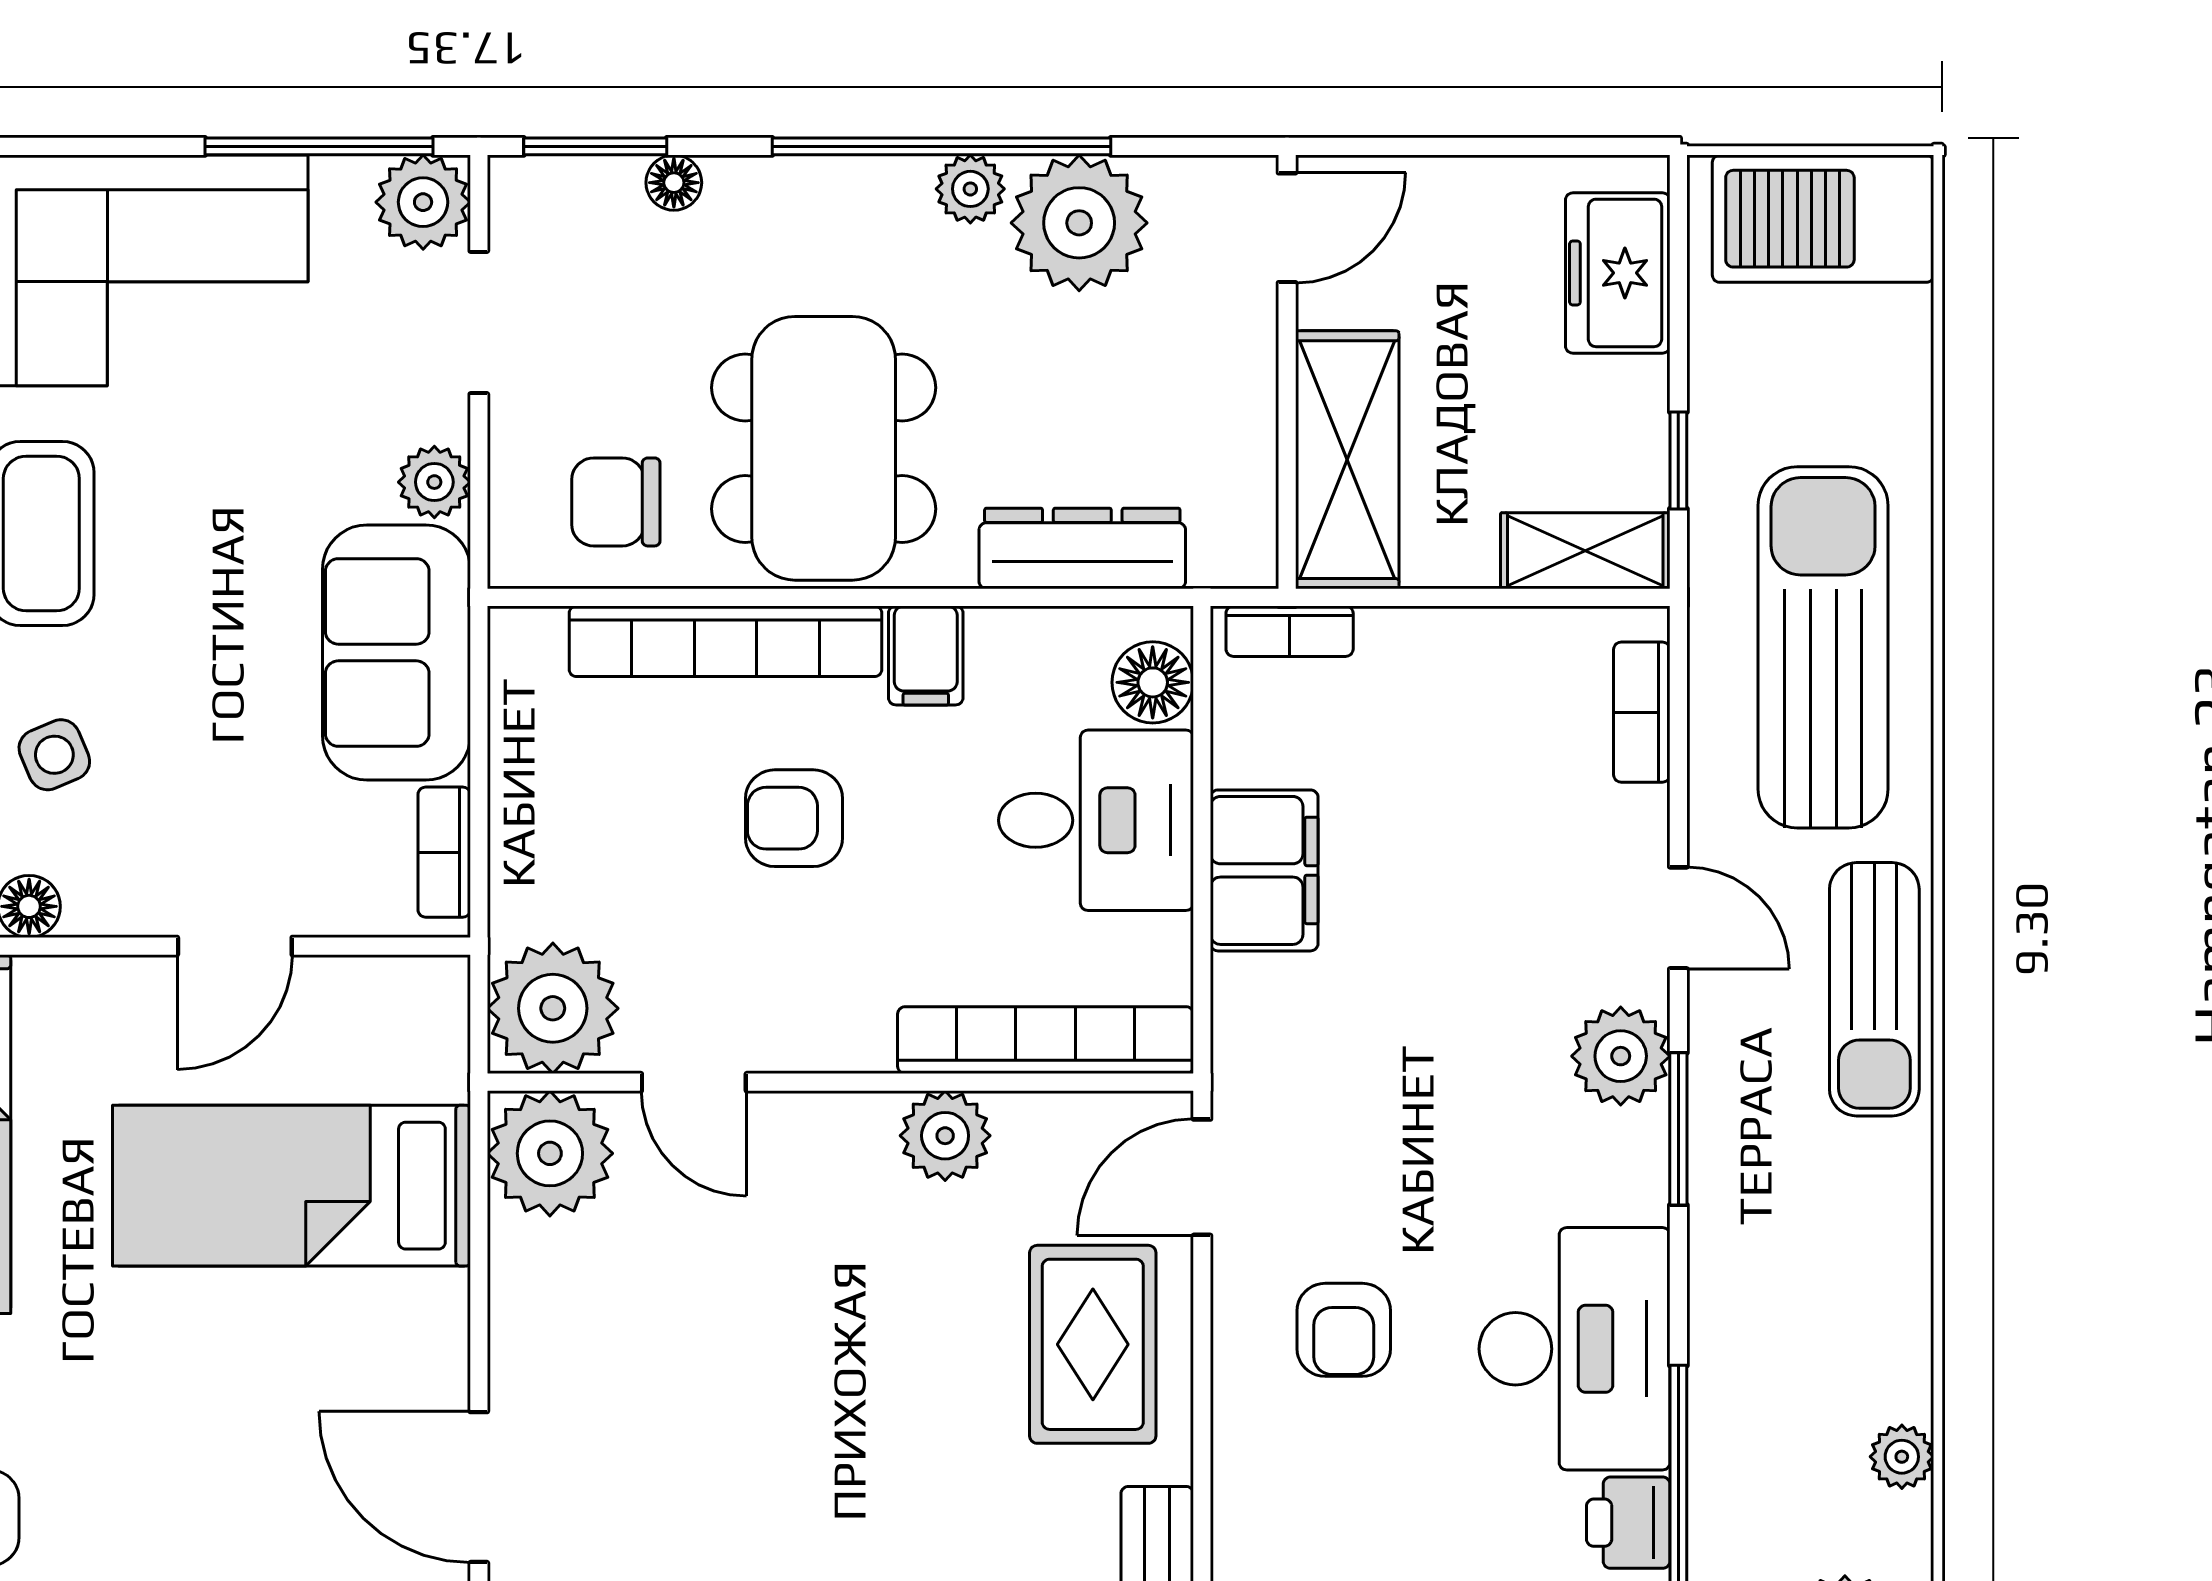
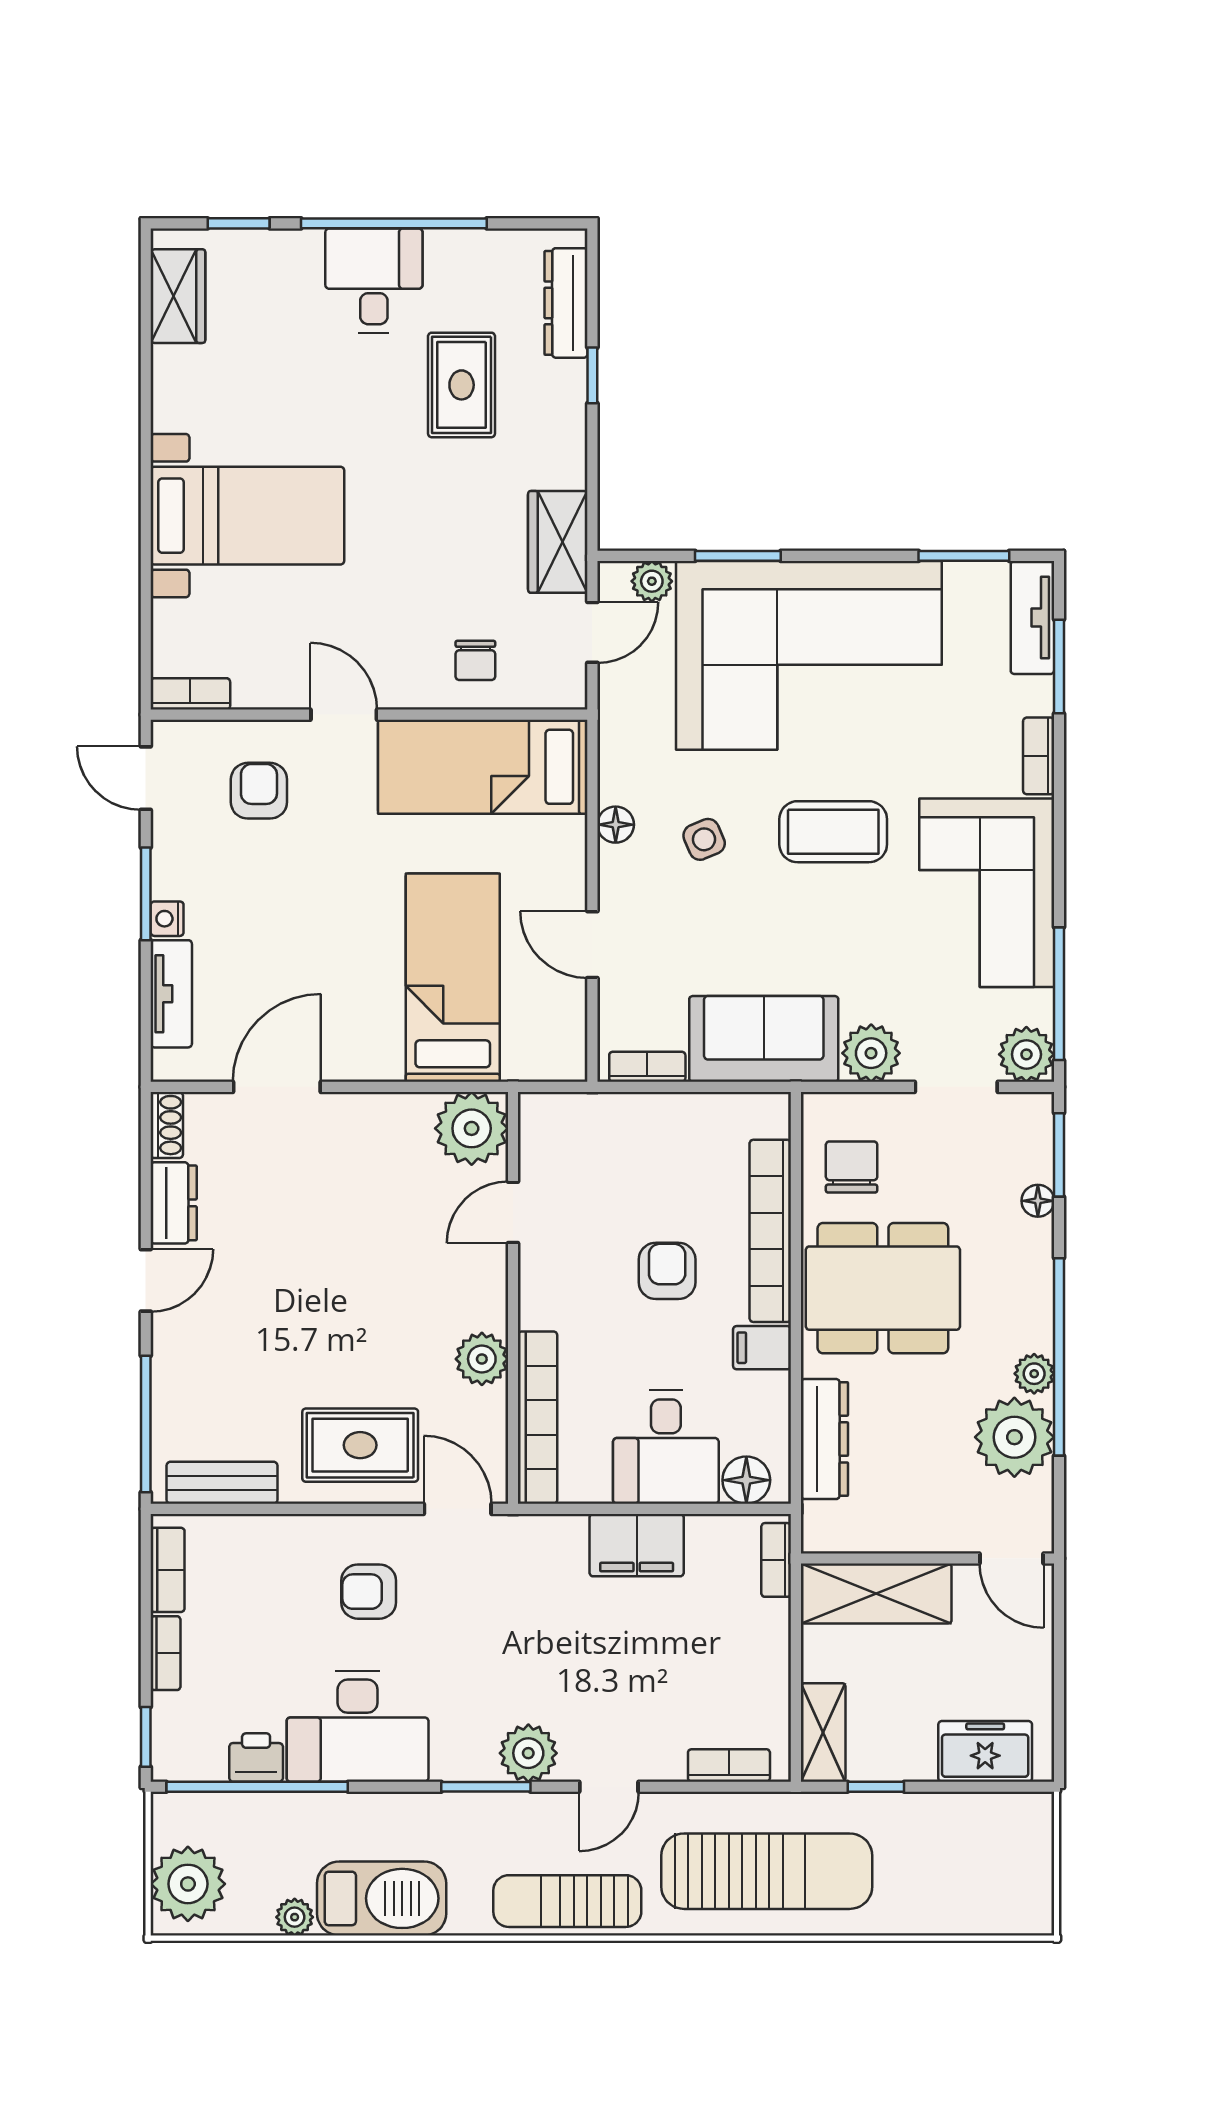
barbecue: (1823, 219) -> (382, 1898), moved, turned 90
plant: (434, 482) -> (871, 1053), width x1.38, depth x1.38
plant: (553, 1008) -> (556, 1130), removed

